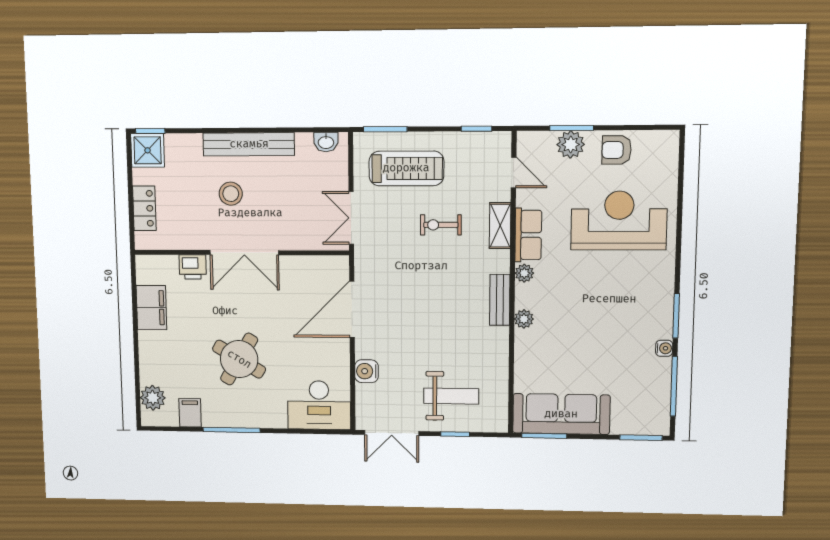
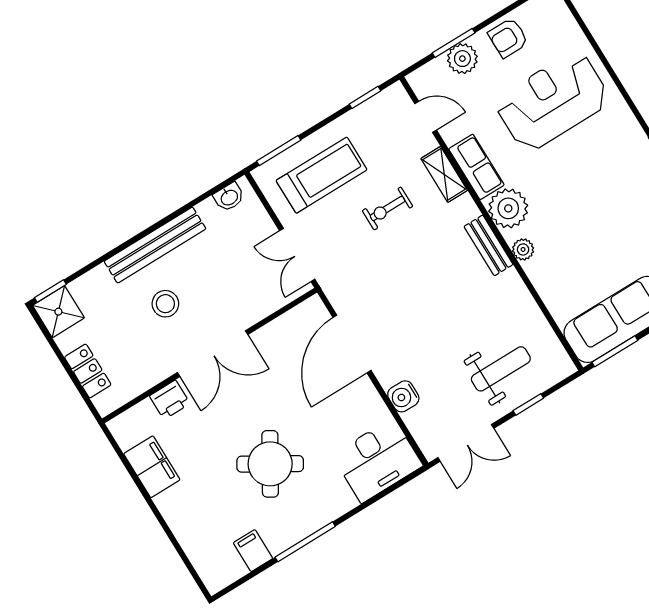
plant: (524, 273) -> (508, 208), width x1.88, depth x1.88
plant: (153, 398) -> (206, 559), removed

